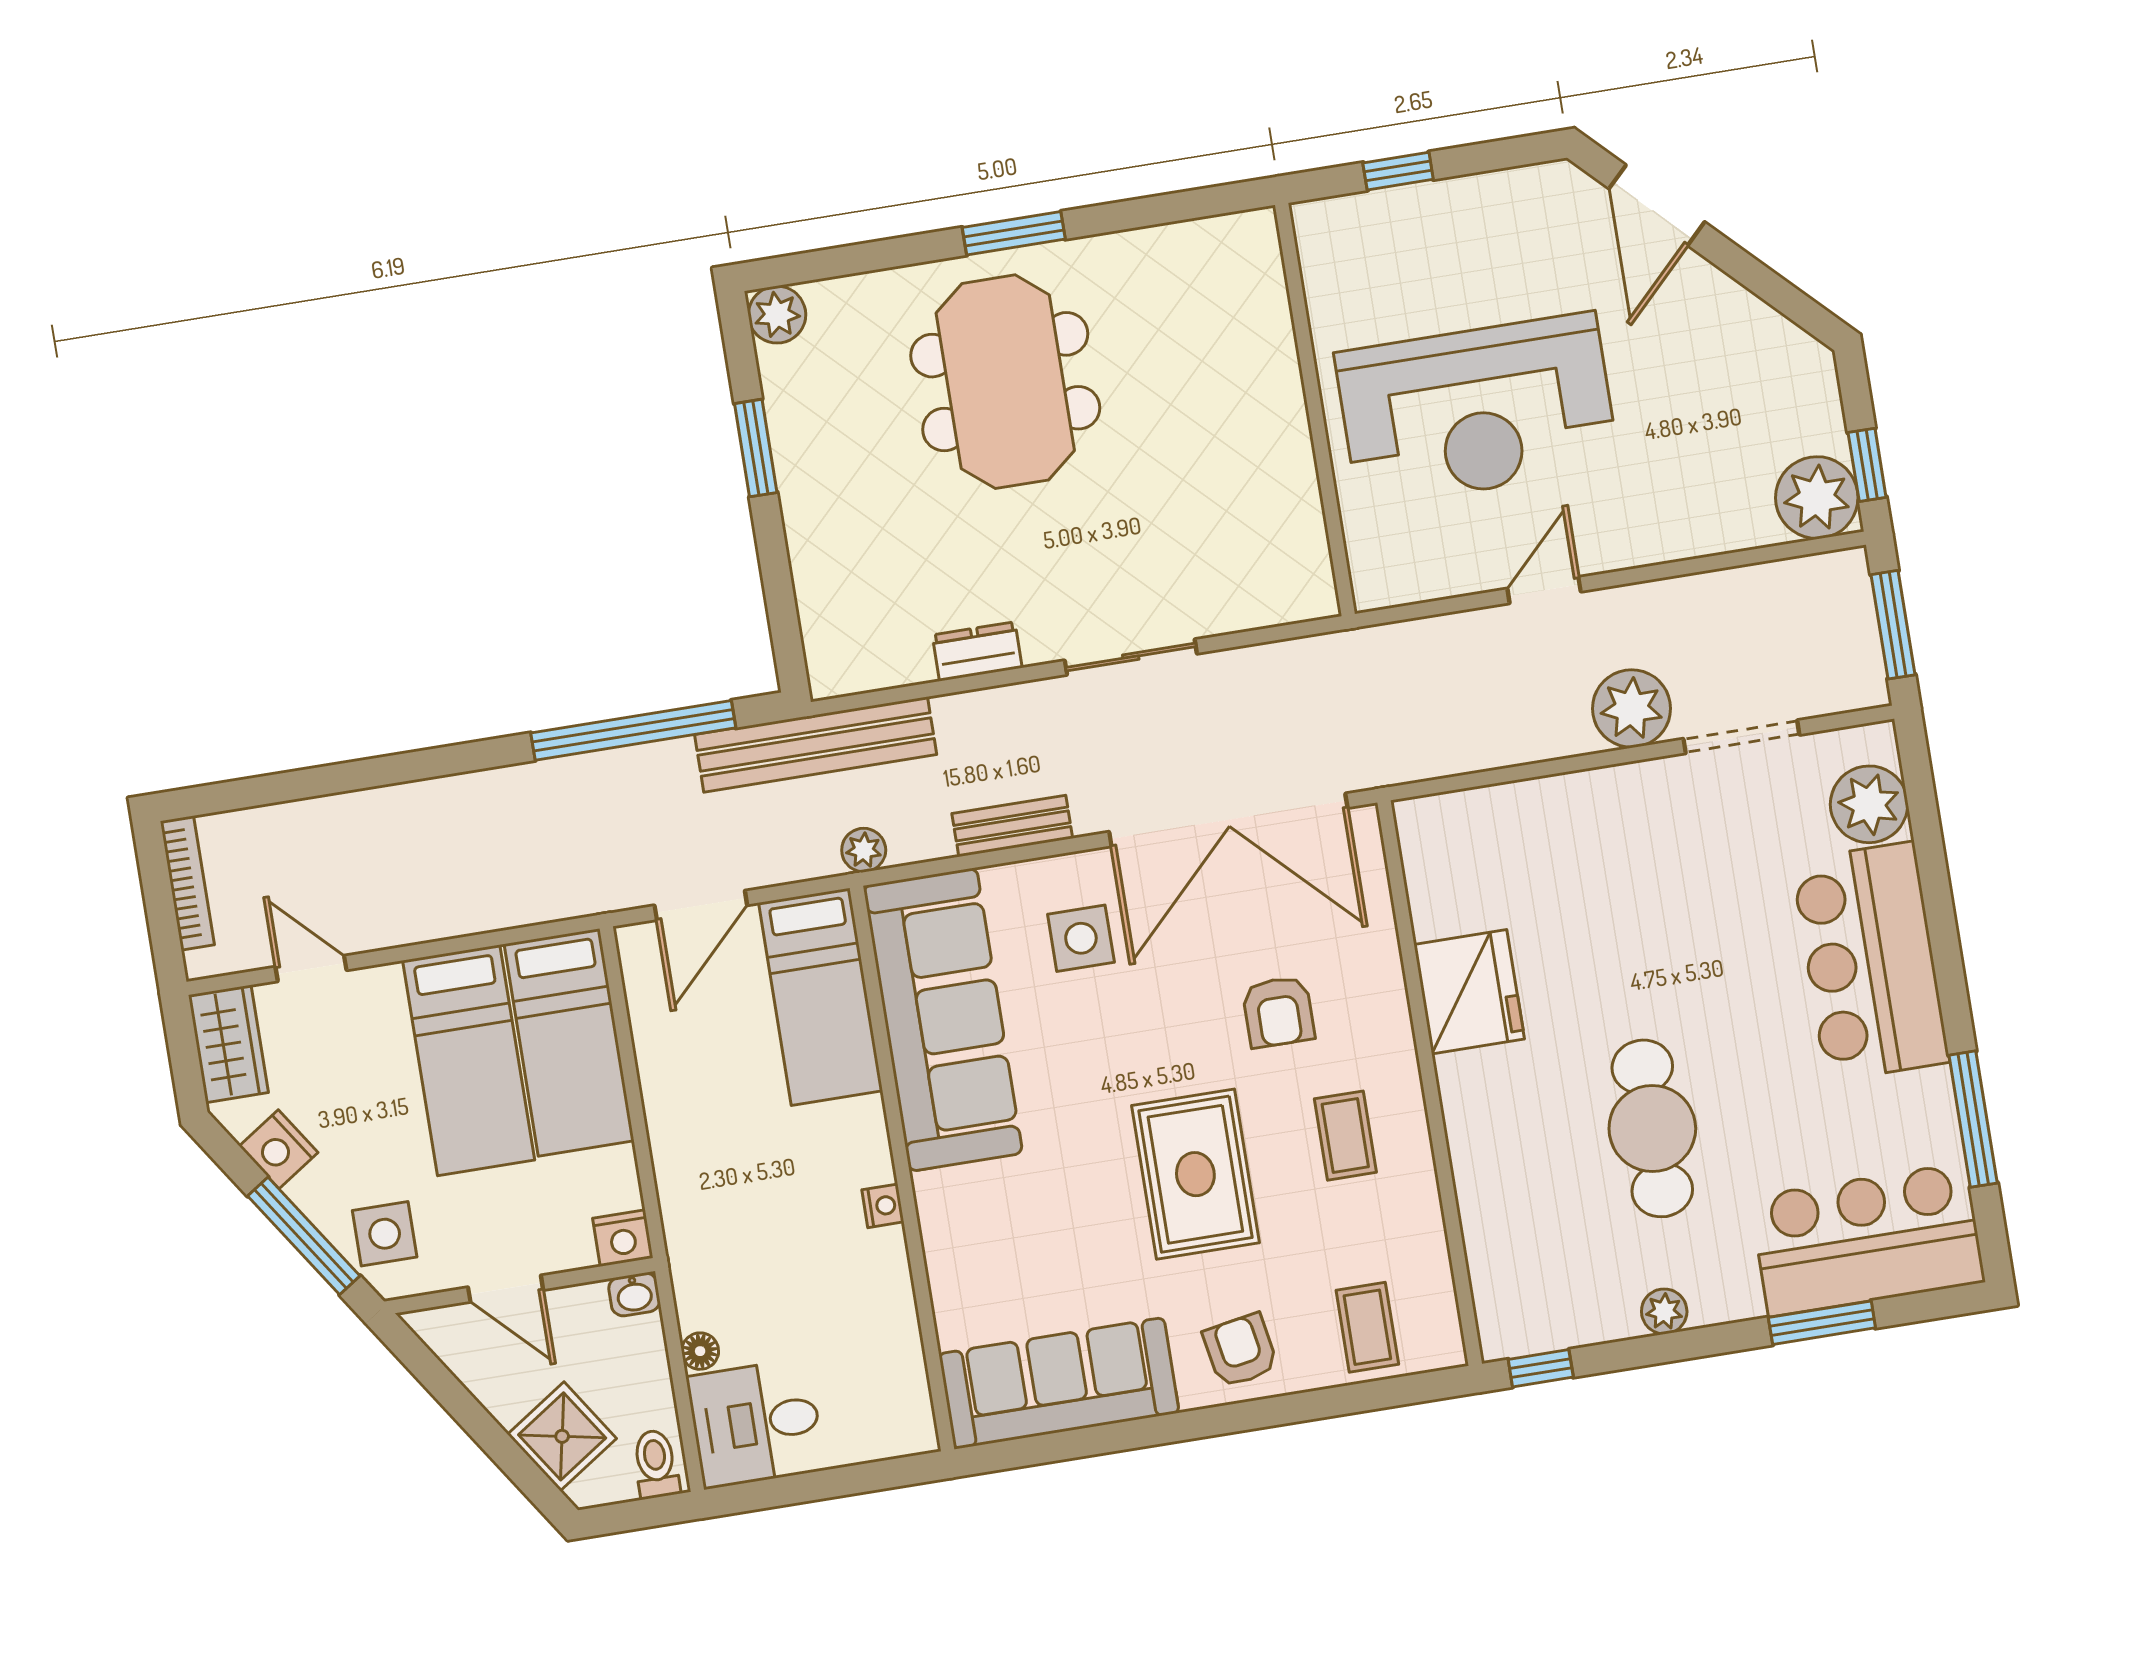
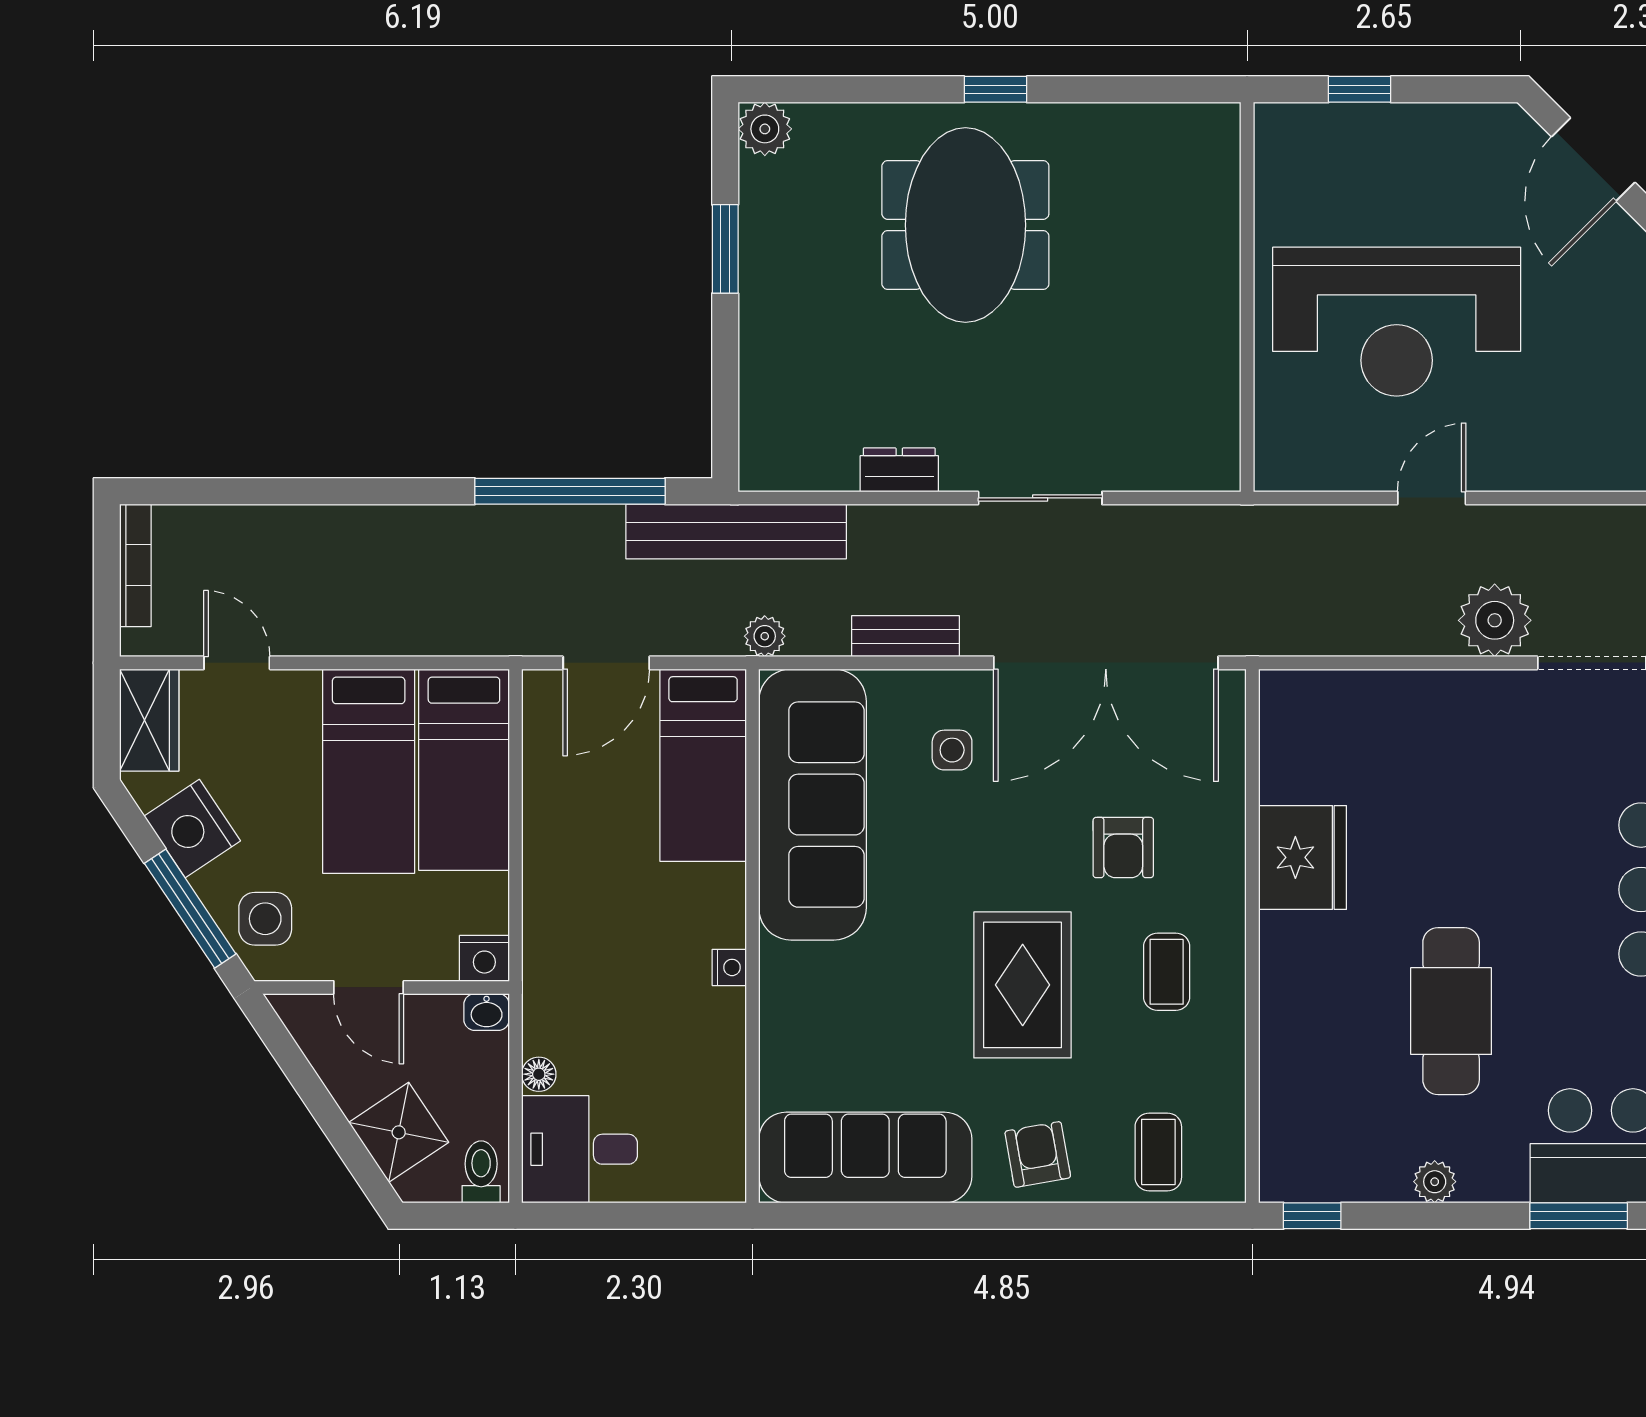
window: (1014, 233) -> (995, 89), width x0.67
side table: (1081, 938) -> (952, 750), width x0.73, depth x0.73
nightstand: (279, 1149) -> (192, 829), width x1.36, depth x1.33

